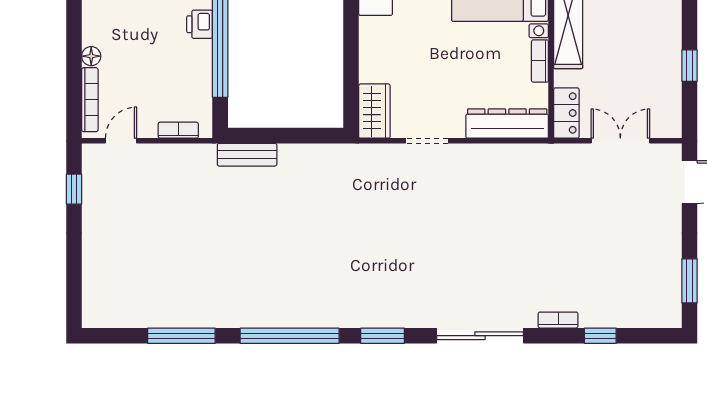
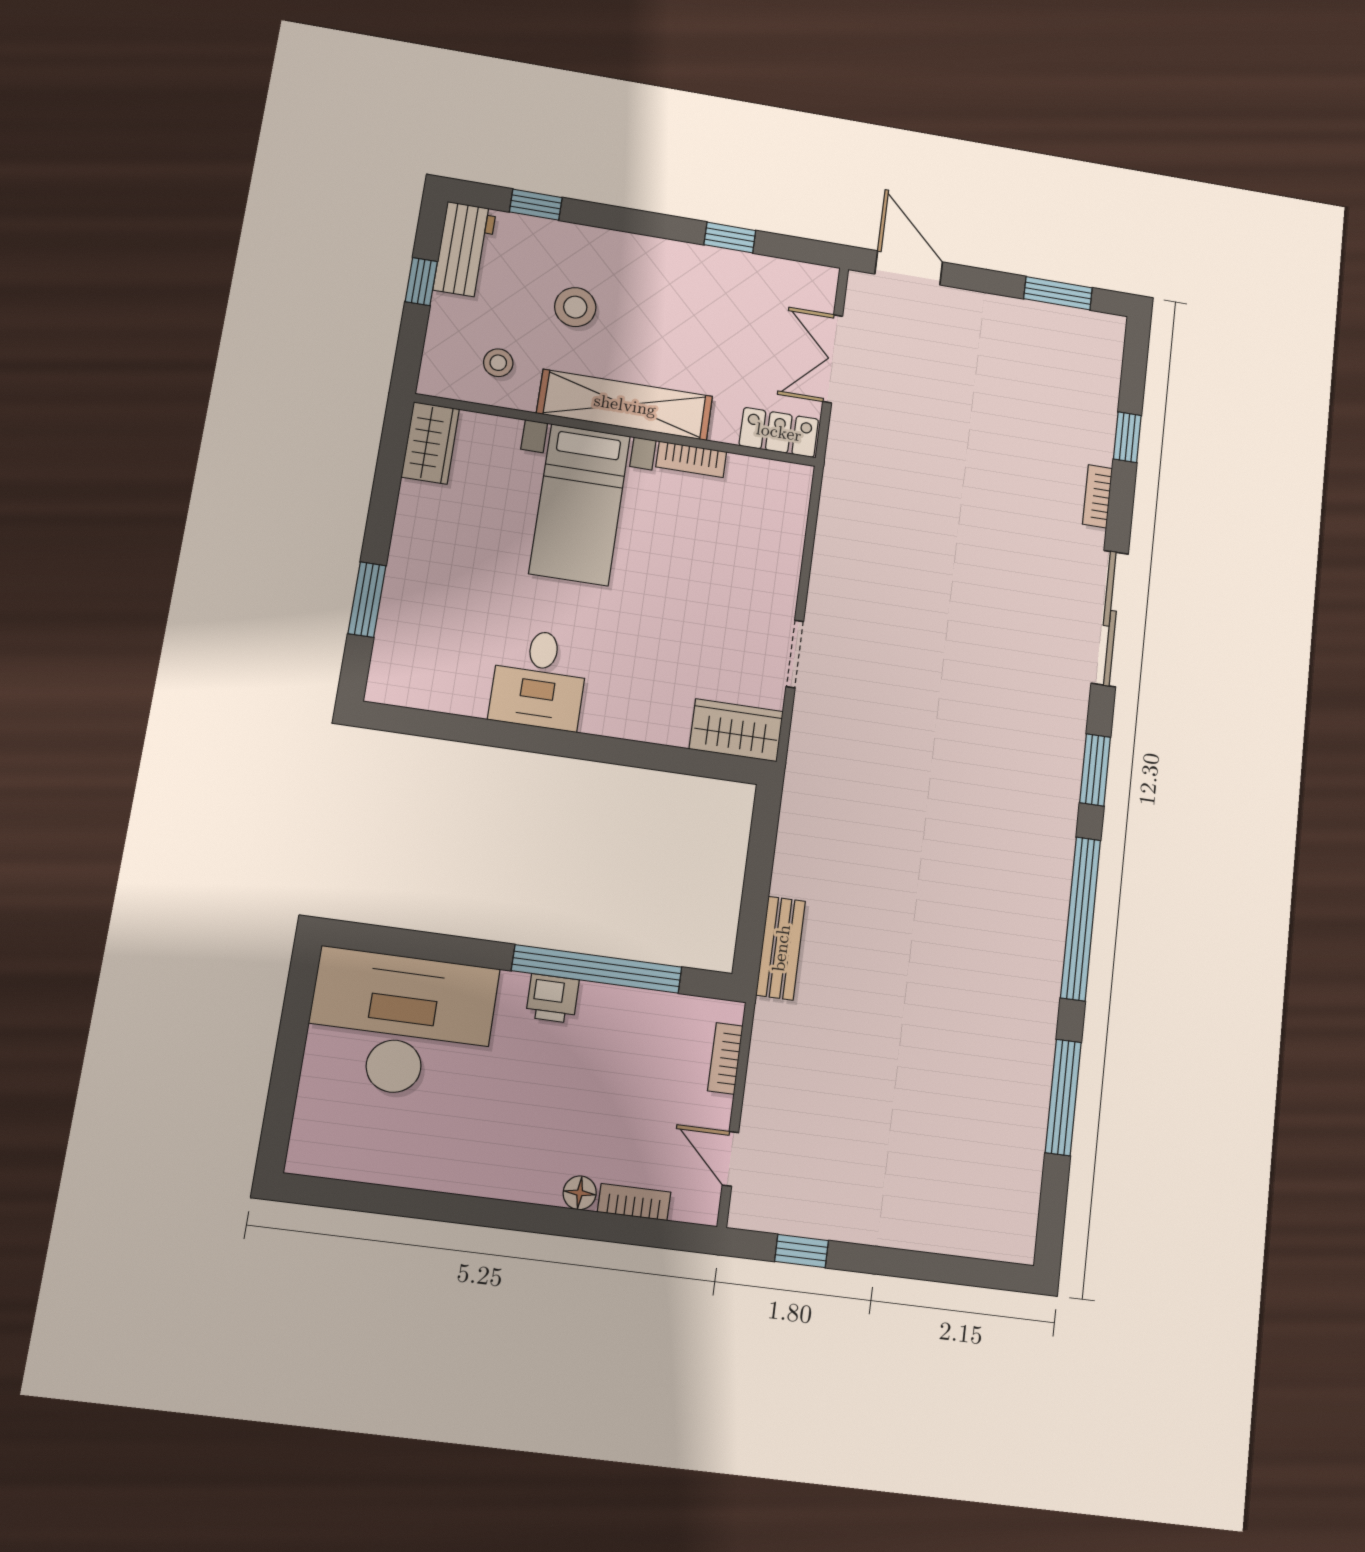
bookcase: (90, 100) -> (634, 1202), width x0.64
dresser: (507, 123) -> (784, 525), removed

